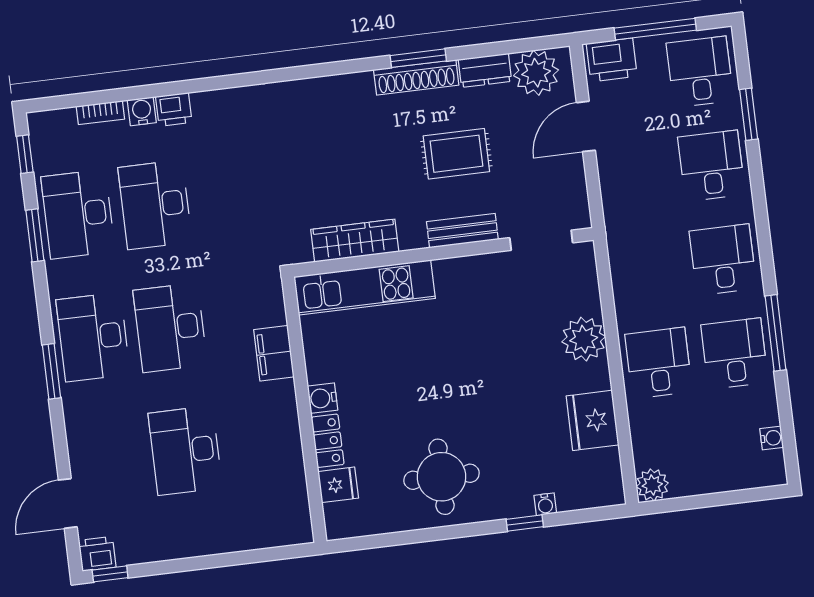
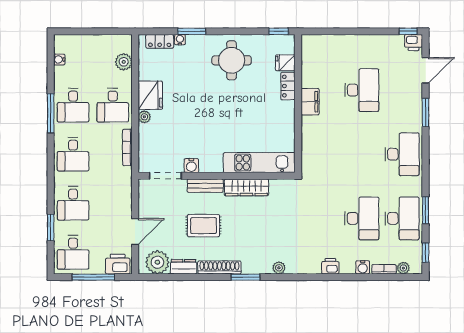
window: (418, 58) -> (245, 277), moved
plant: (302, 91) -> (279, 268), added
printer: (174, 109) -> (330, 266), moved
plant: (64, 119) -> (403, 268), added
wardrobe: (355, 241) -> (246, 187), moved
bookcase: (621, 286) -> (127, 147), added
desk: (170, 328) -> (362, 154), removed
plant: (584, 339) -> (144, 117), width x0.53, depth x0.53
filing cabinet: (274, 353) -> (310, 102), moved
window: (52, 371) -> (426, 112), moved
water cooler: (323, 398) -> (191, 166), moved, turned 90
fridge: (593, 420) -> (150, 95), moved
plant: (652, 485) -> (124, 62), moved
locker: (584, 496) -> (160, 41), added
window: (525, 523) -> (192, 31), width x1.50
window: (358, 543) -> (279, 31), added

